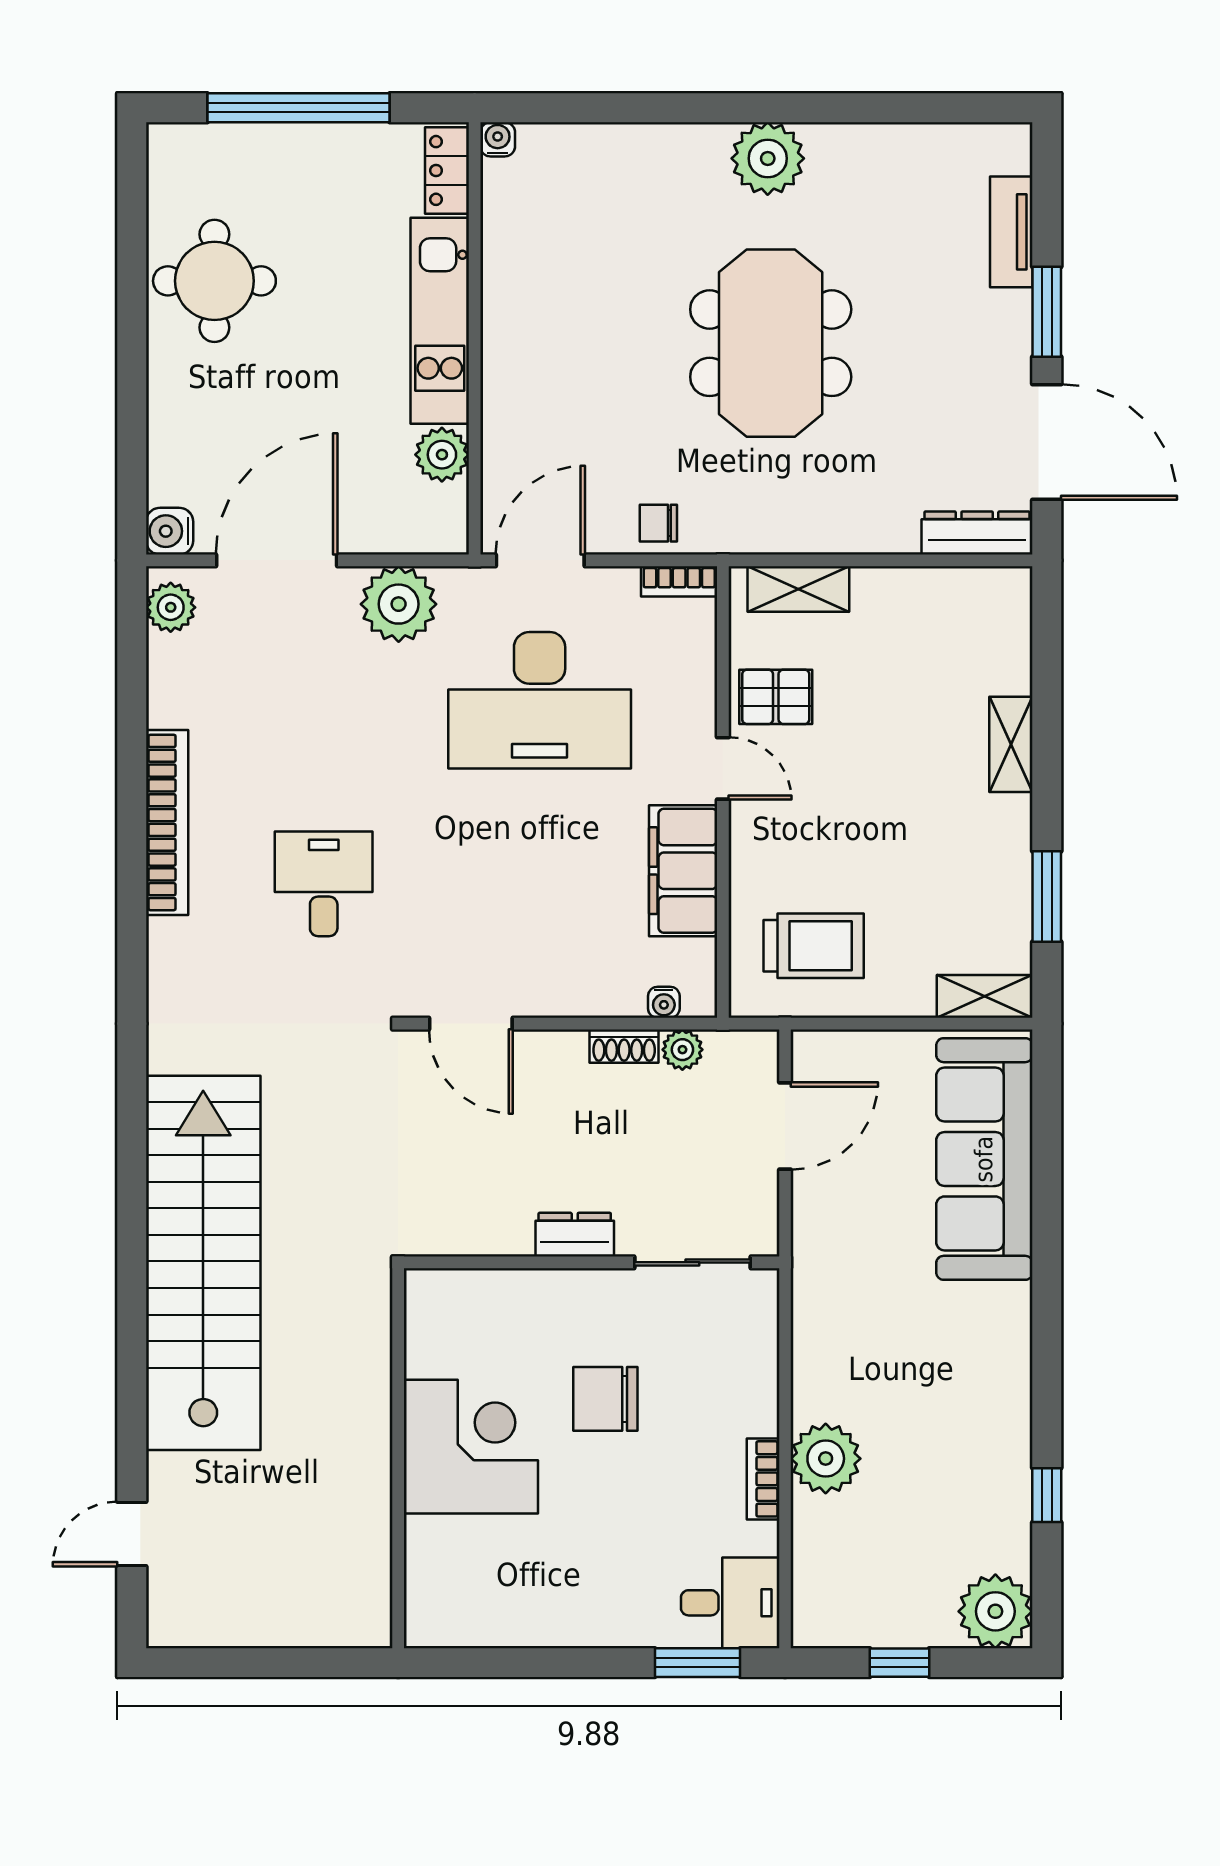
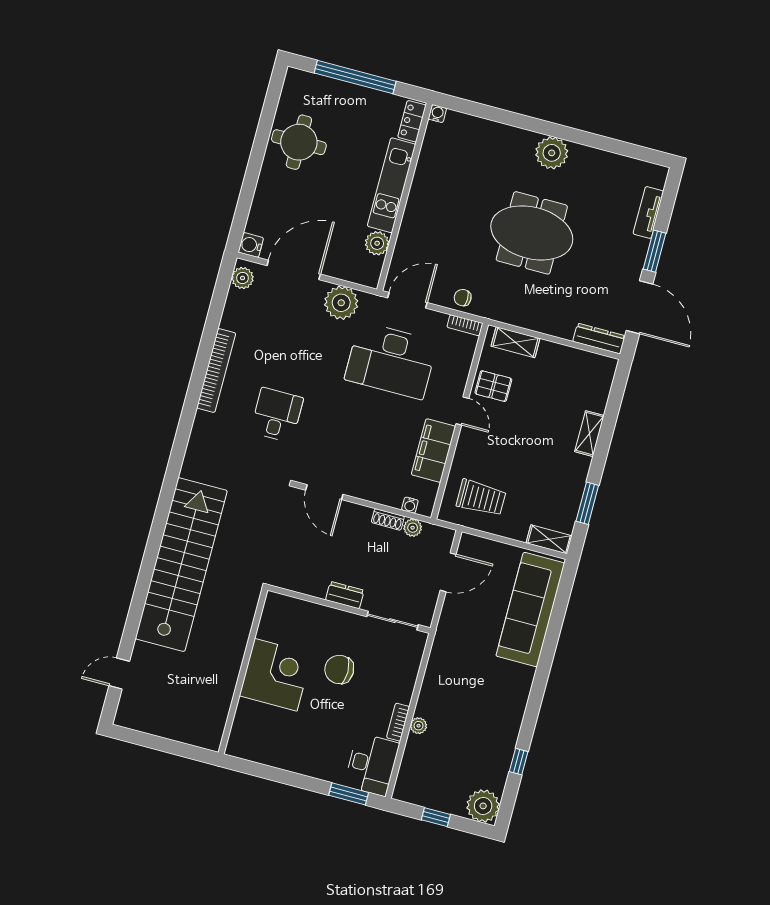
meeting table: (771, 343) -> (532, 233), turned 90
plant: (826, 1459) -> (419, 726), width x0.53, depth x0.53
desk: (730, 1603) -> (372, 765), width x1.37

